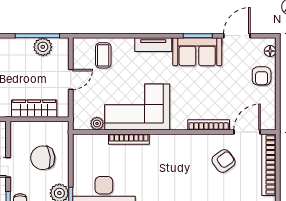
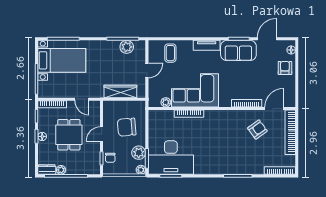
armchair: (262, 76) -> (285, 68), turned 180

